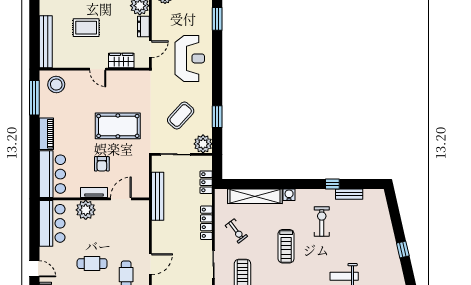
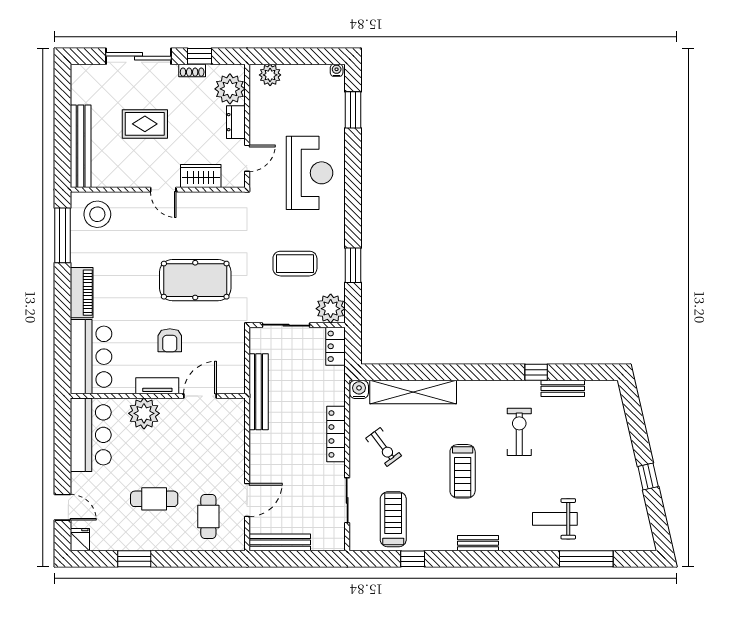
coffee table: (181, 115) -> (295, 264), turned 48
locker: (206, 182) -> (336, 346), moved
water cooler: (289, 195) -> (359, 389), moved

